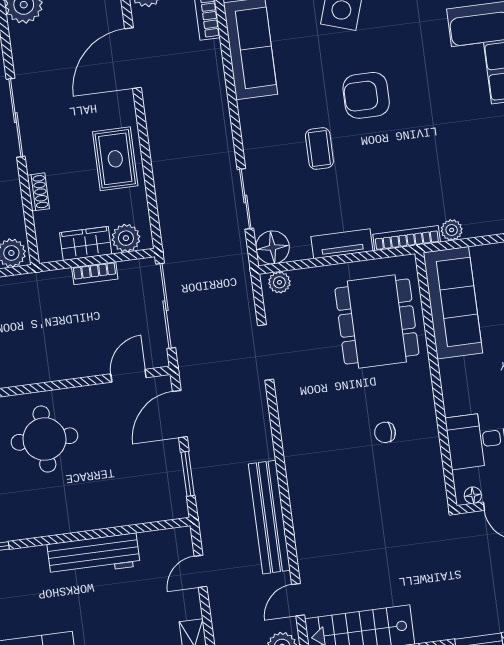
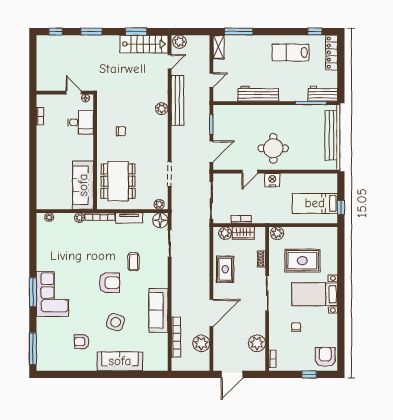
nightstand: (37, 369) -> (272, 180), added
door: (129, 376) -> (250, 172), moved
plant: (302, 494) -> (162, 109), added

